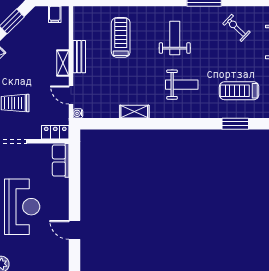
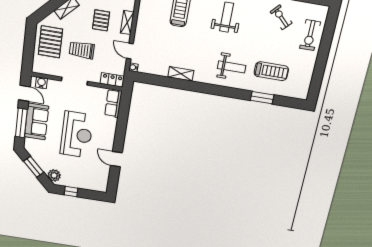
bench: (79, 57) -> (142, 19), removed
pallet: (33, 66) -> (101, 20), added
weight bench: (182, 85) -> (232, 67), moved
treadmill: (239, 91) -> (271, 71), turned 180

